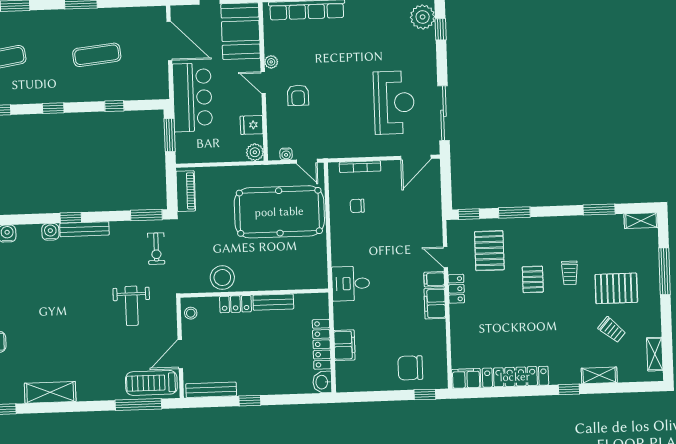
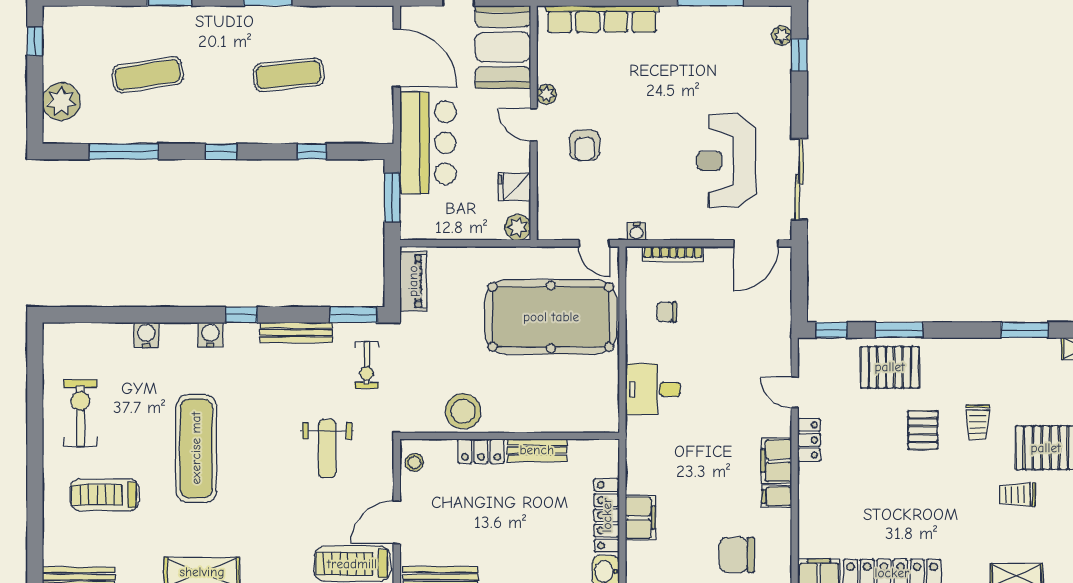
plant: (423, 17) -> (782, 36), width x0.53, depth x0.53
reception desk: (394, 103) -> (726, 161), turned 180
water cooler: (286, 154) -> (637, 231), moved
bench: (84, 229) -> (296, 333), moved
pallet: (489, 251) -> (890, 367), moved, turned 90
filing cabinet: (434, 279) -> (777, 497), moved
desk: (351, 284) -> (653, 389), moved
exercise mat: (43, 309) -> (196, 448), added
trolley: (612, 330) -> (1017, 495), moved, turned 139

